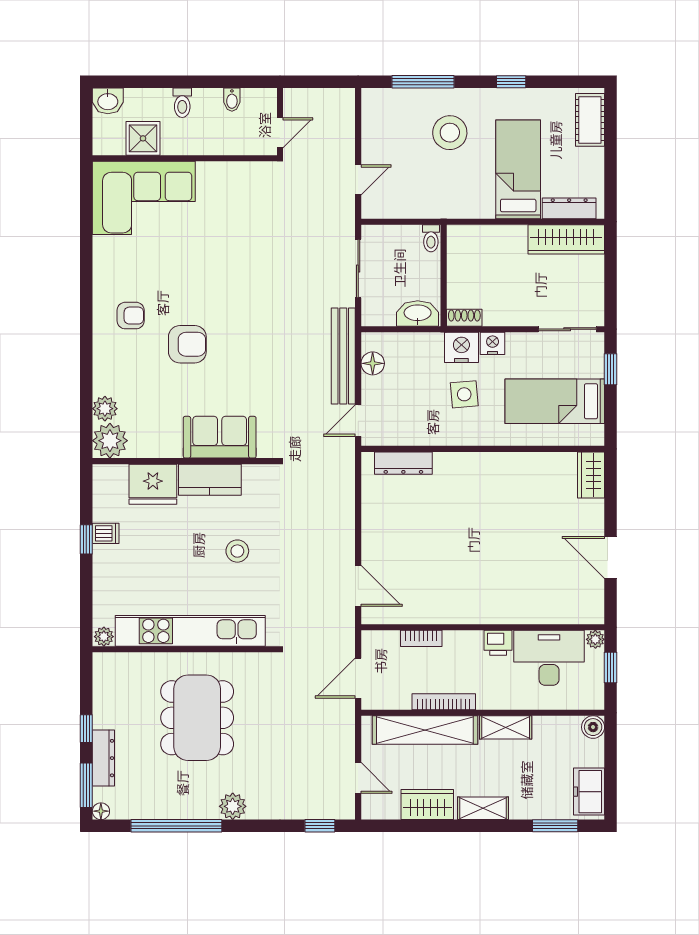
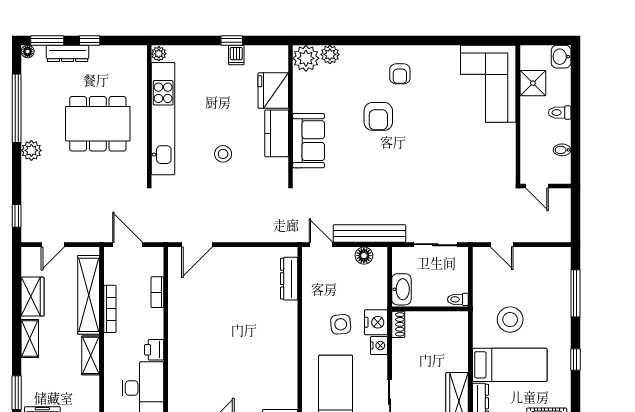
stool: (450, 133) -> (510, 320), moved

